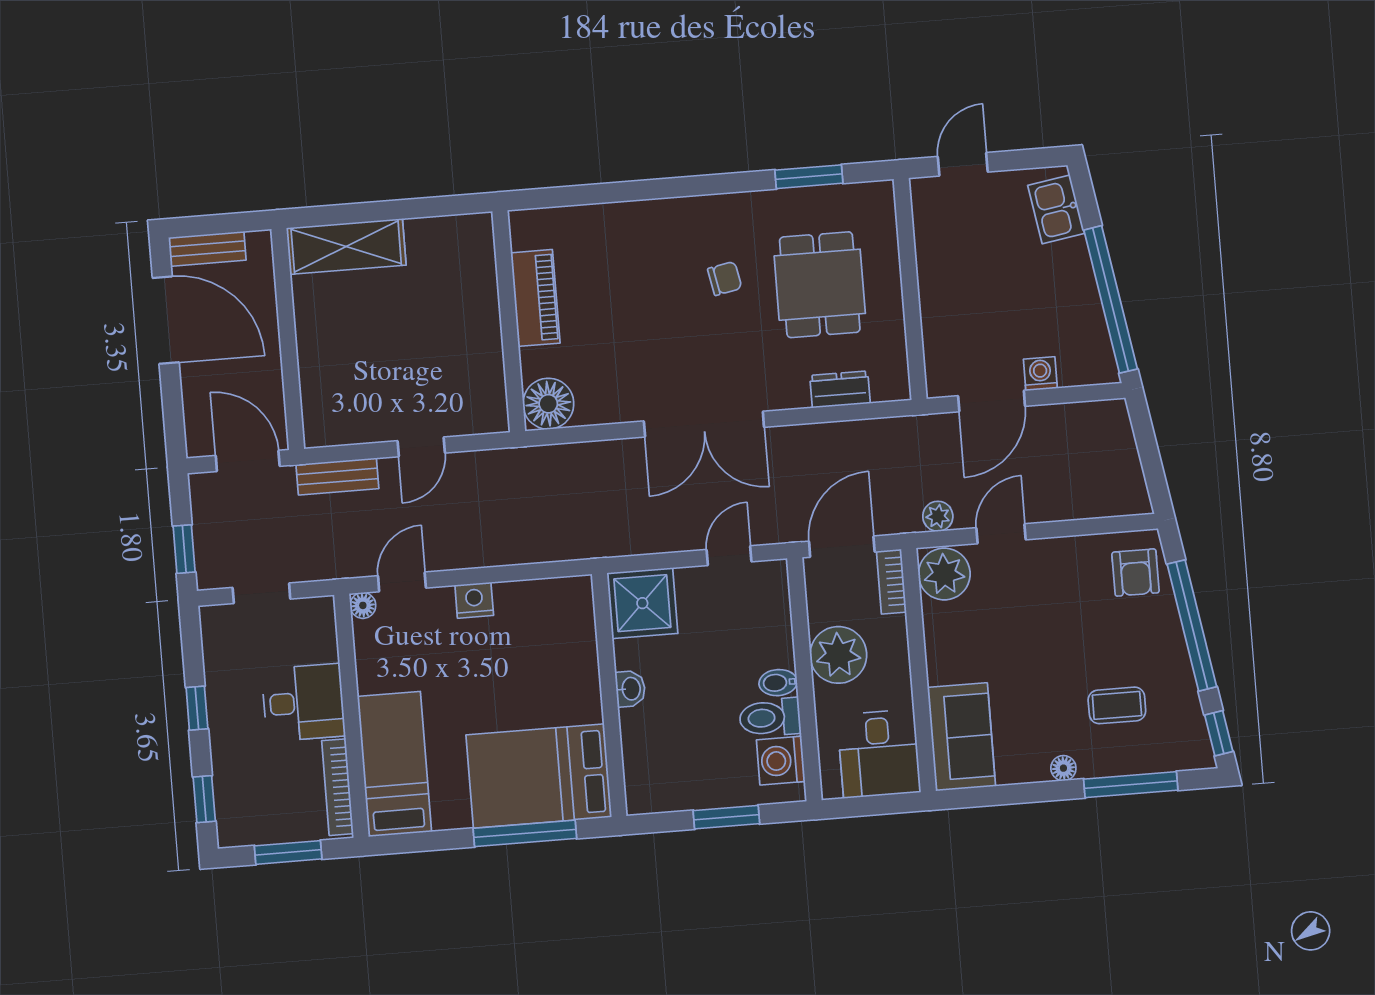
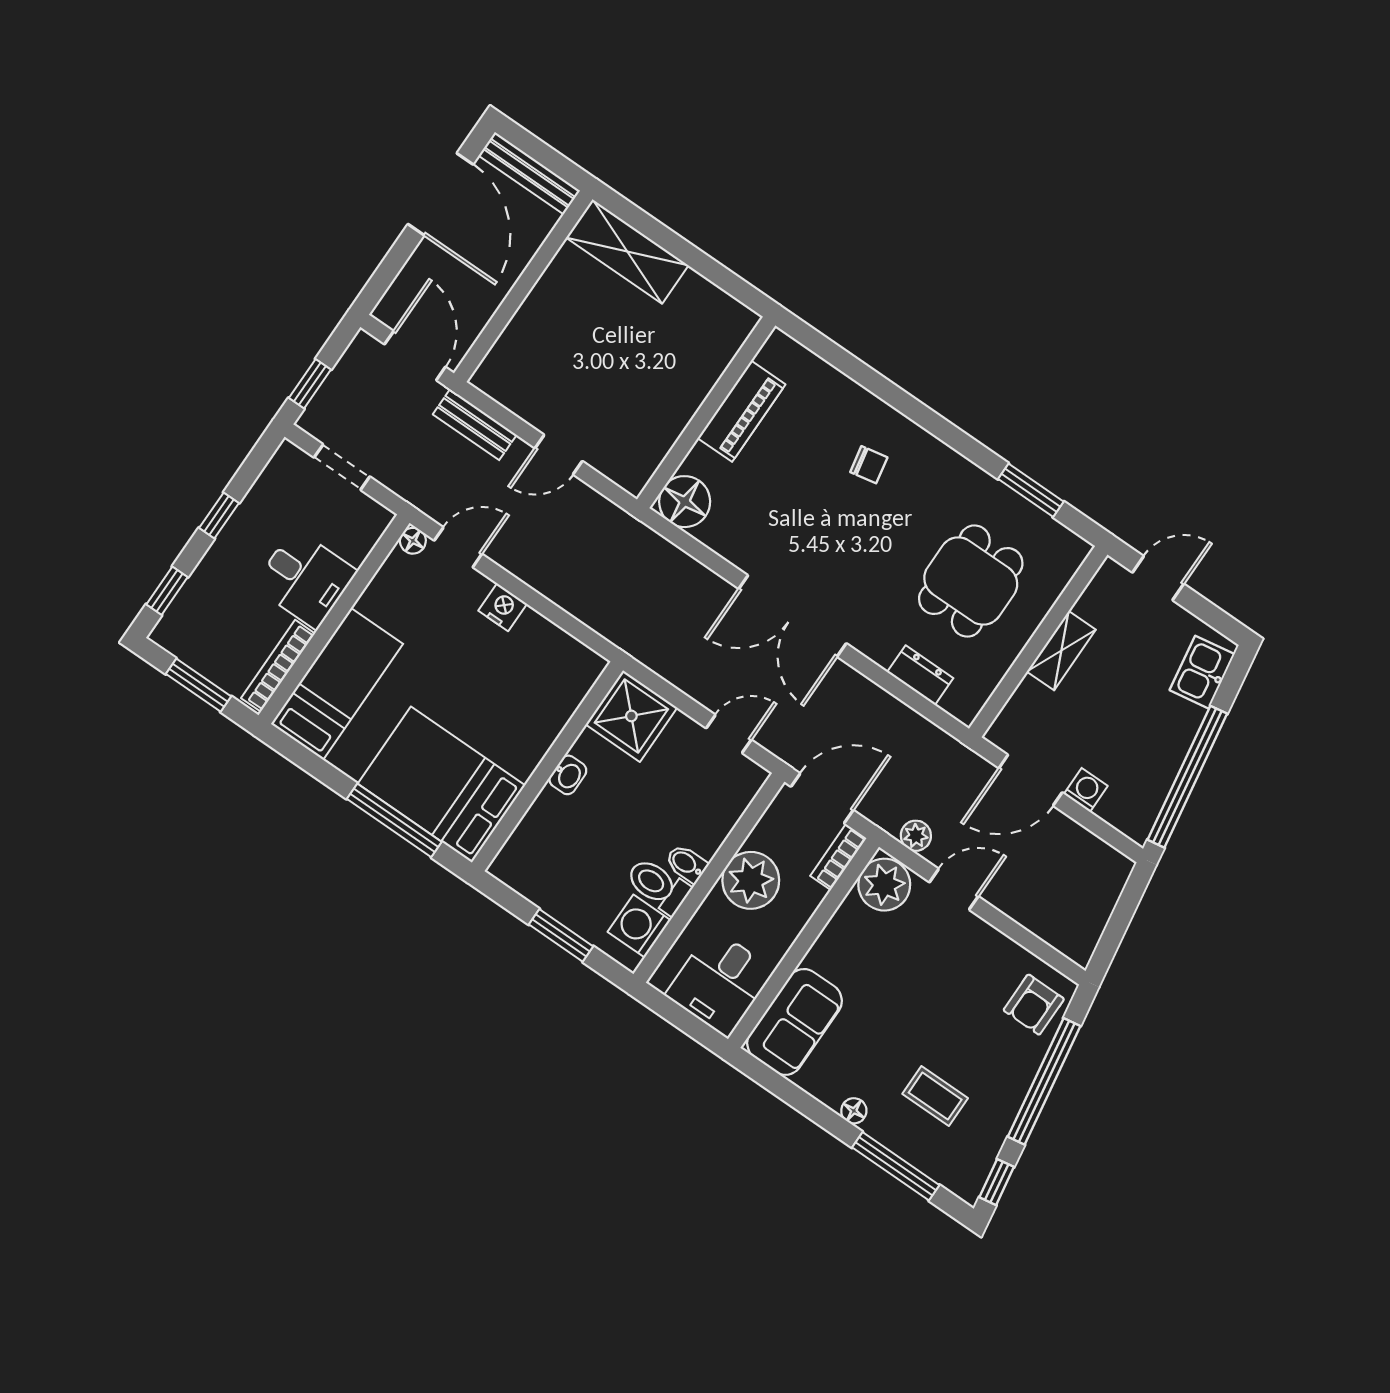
bench: (207, 249) -> (529, 173), width x1.36
chair: (725, 278) -> (869, 465), moved
shelving: (934, 281) -> (1061, 651), added

